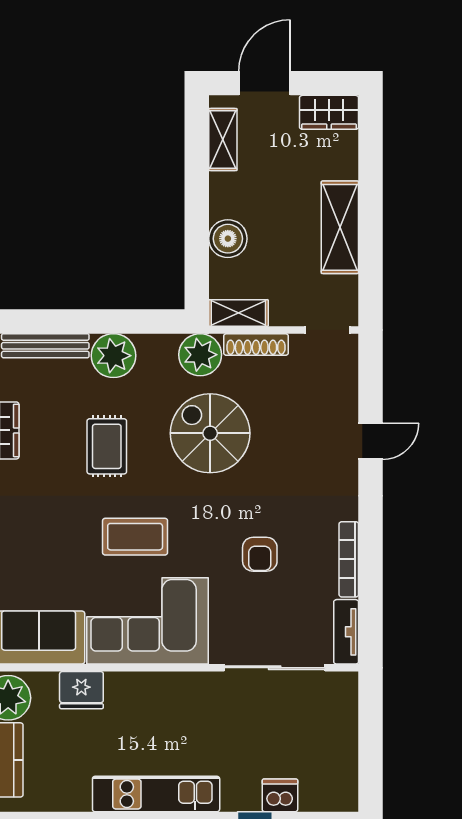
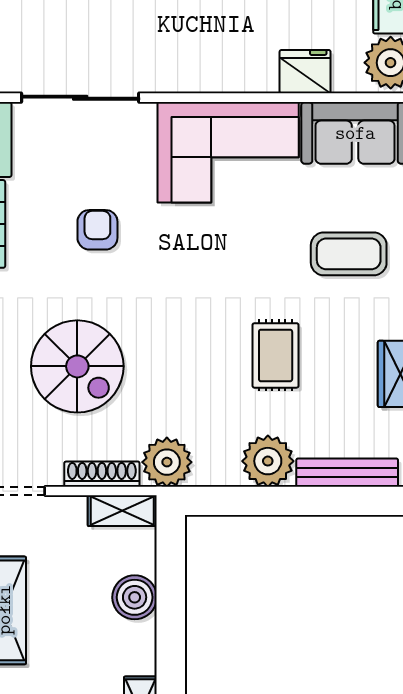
spiral stairs: (210, 433) -> (77, 366), moved
coffee table: (135, 537) -> (349, 254), moved

